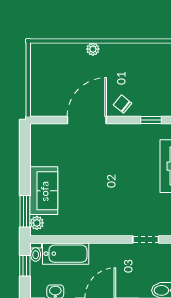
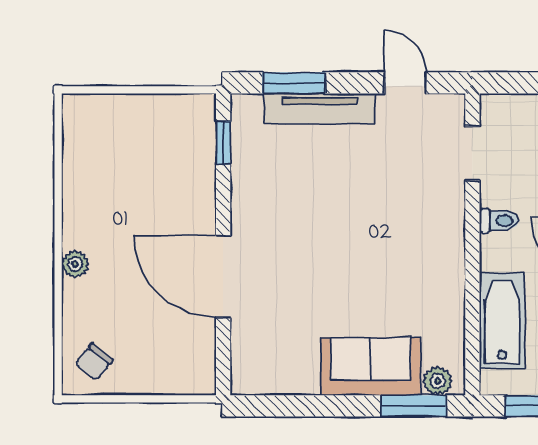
chair: (123, 104) -> (94, 362), moved
toilet: (36, 252) -> (499, 221), moved

